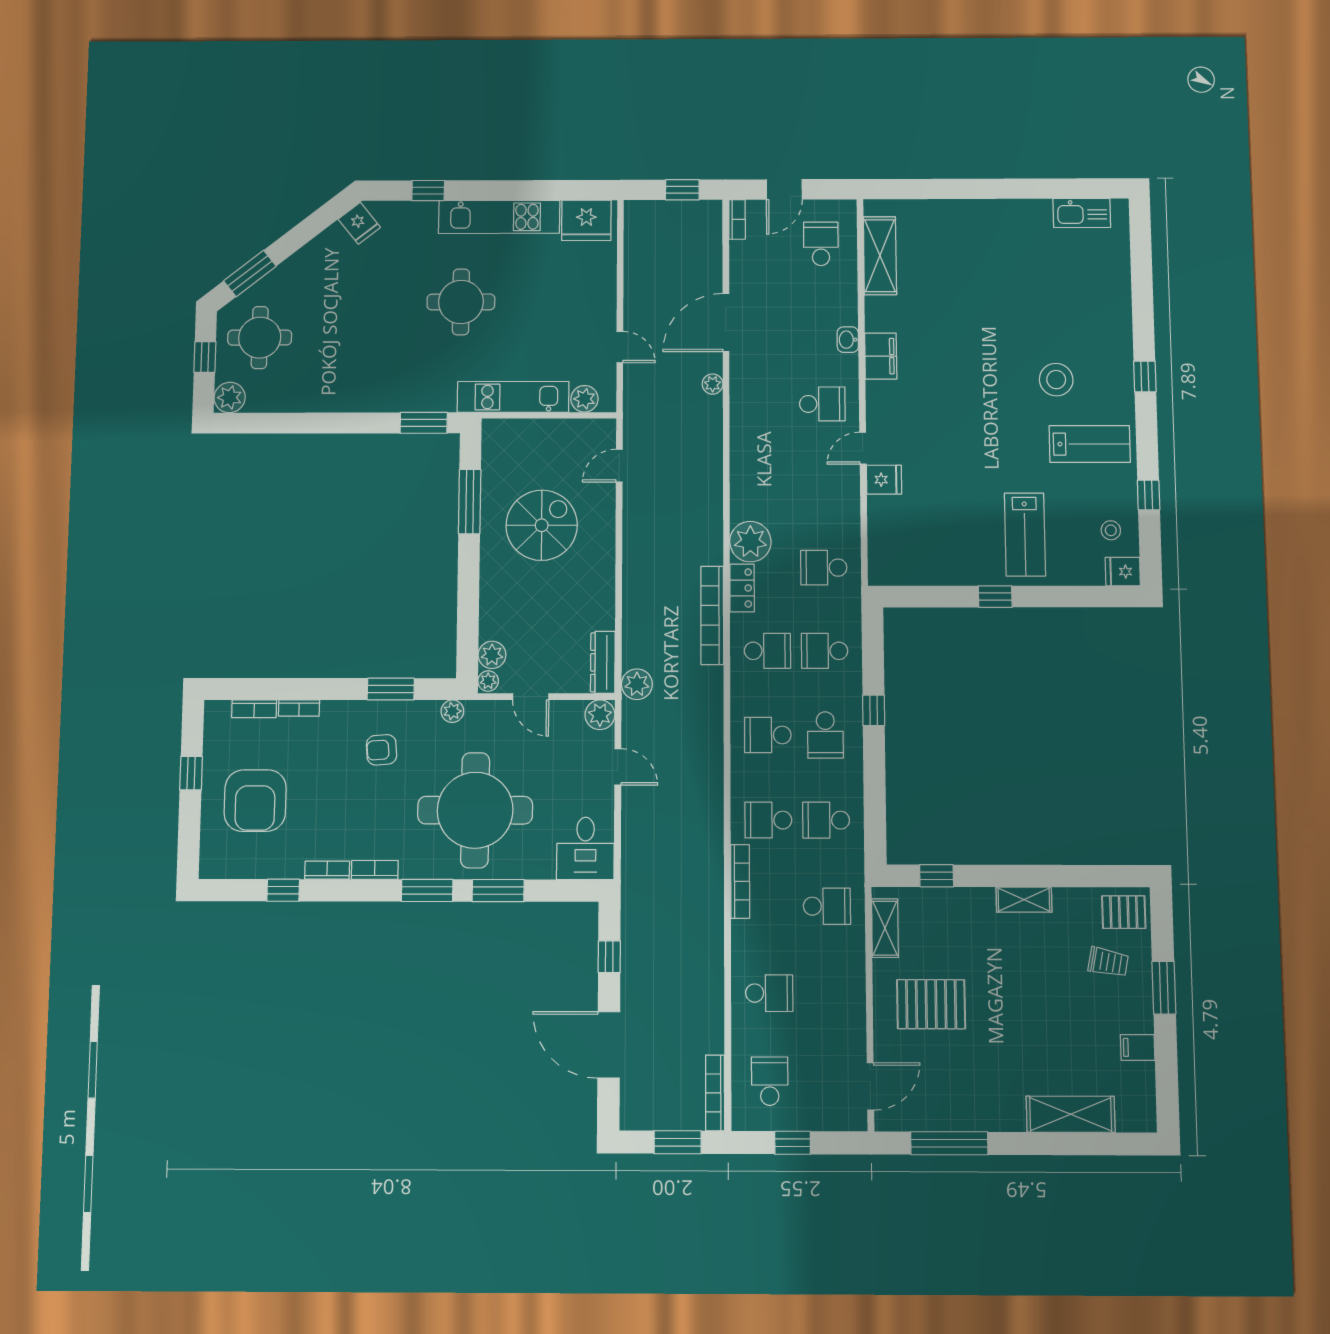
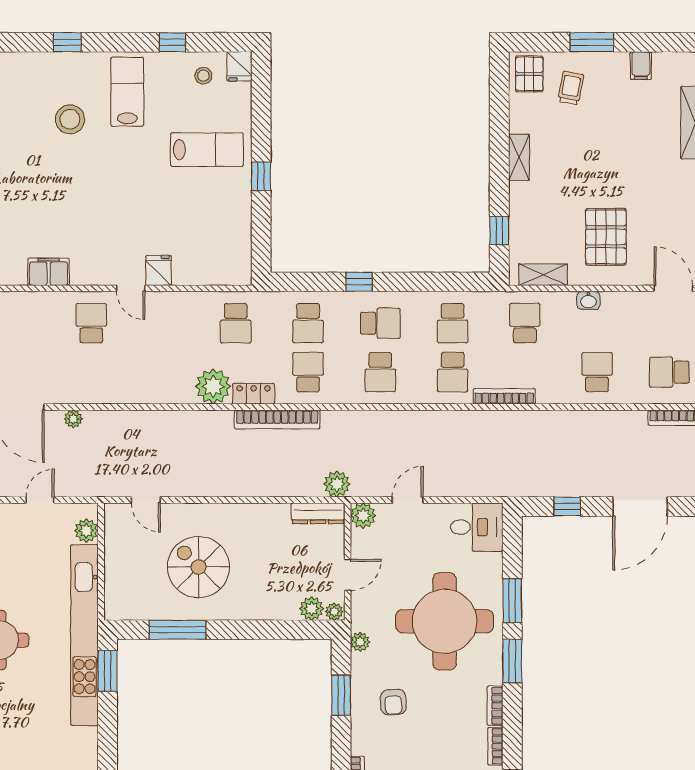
washbasin: (848, 340) -> (588, 300), moved
kitchen unit: (513, 397) -> (85, 635), width x1.86

